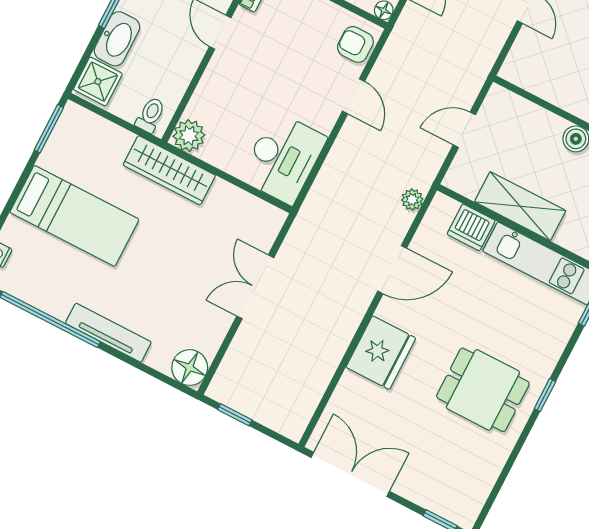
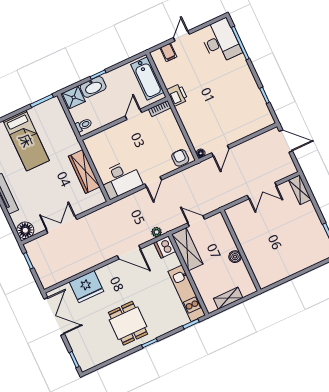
door: (354, 96) -> (153, 182), moved
plant: (189, 136) -> (92, 144), removed
wardrobe: (169, 170) -> (84, 172), moved
shelving: (520, 206) -> (187, 249), moved
dishwasher: (471, 227) -> (165, 247), moved
double door: (255, 287) -> (61, 224), moved
fridge: (381, 353) -> (86, 287), moved

